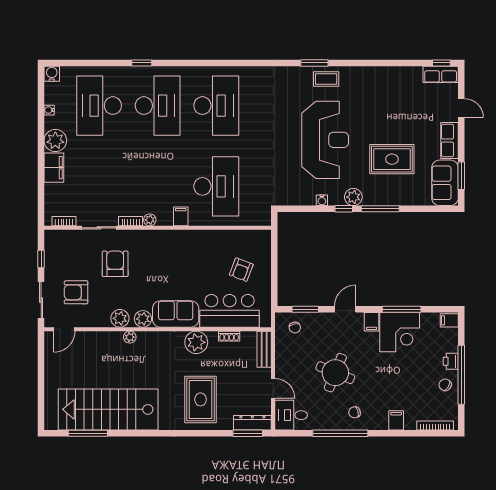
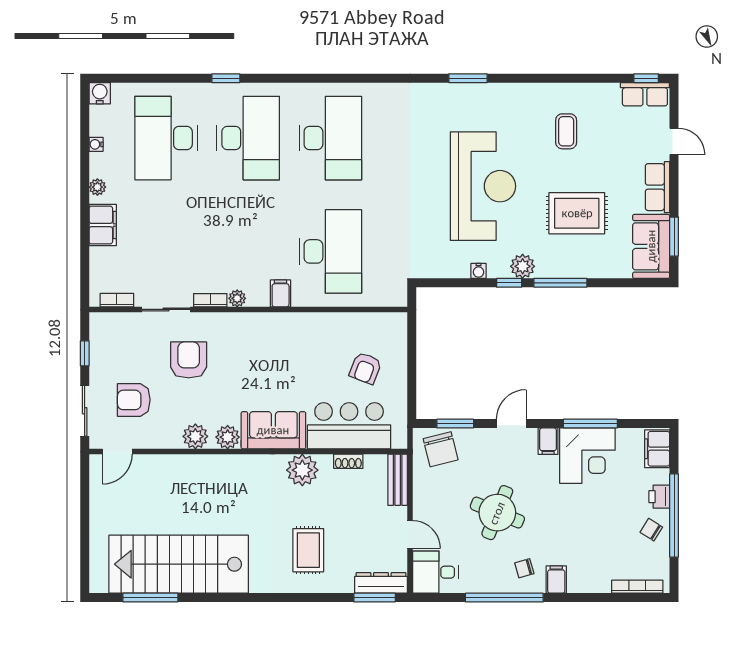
coffee table: (326, 79) -> (566, 131), moved, turned 90
plant: (55, 141) -> (97, 187), width x0.53, depth x0.53
filing cabinet: (449, 320) -> (657, 449), width x2.00
chair: (295, 328) -> (441, 449), width x1.87, depth x1.87
plant: (130, 337) -> (209, 463), removed
rug: (201, 399) -> (308, 550), width x0.73, depth x0.70
filing cabinet: (396, 420) -> (556, 580), moved

